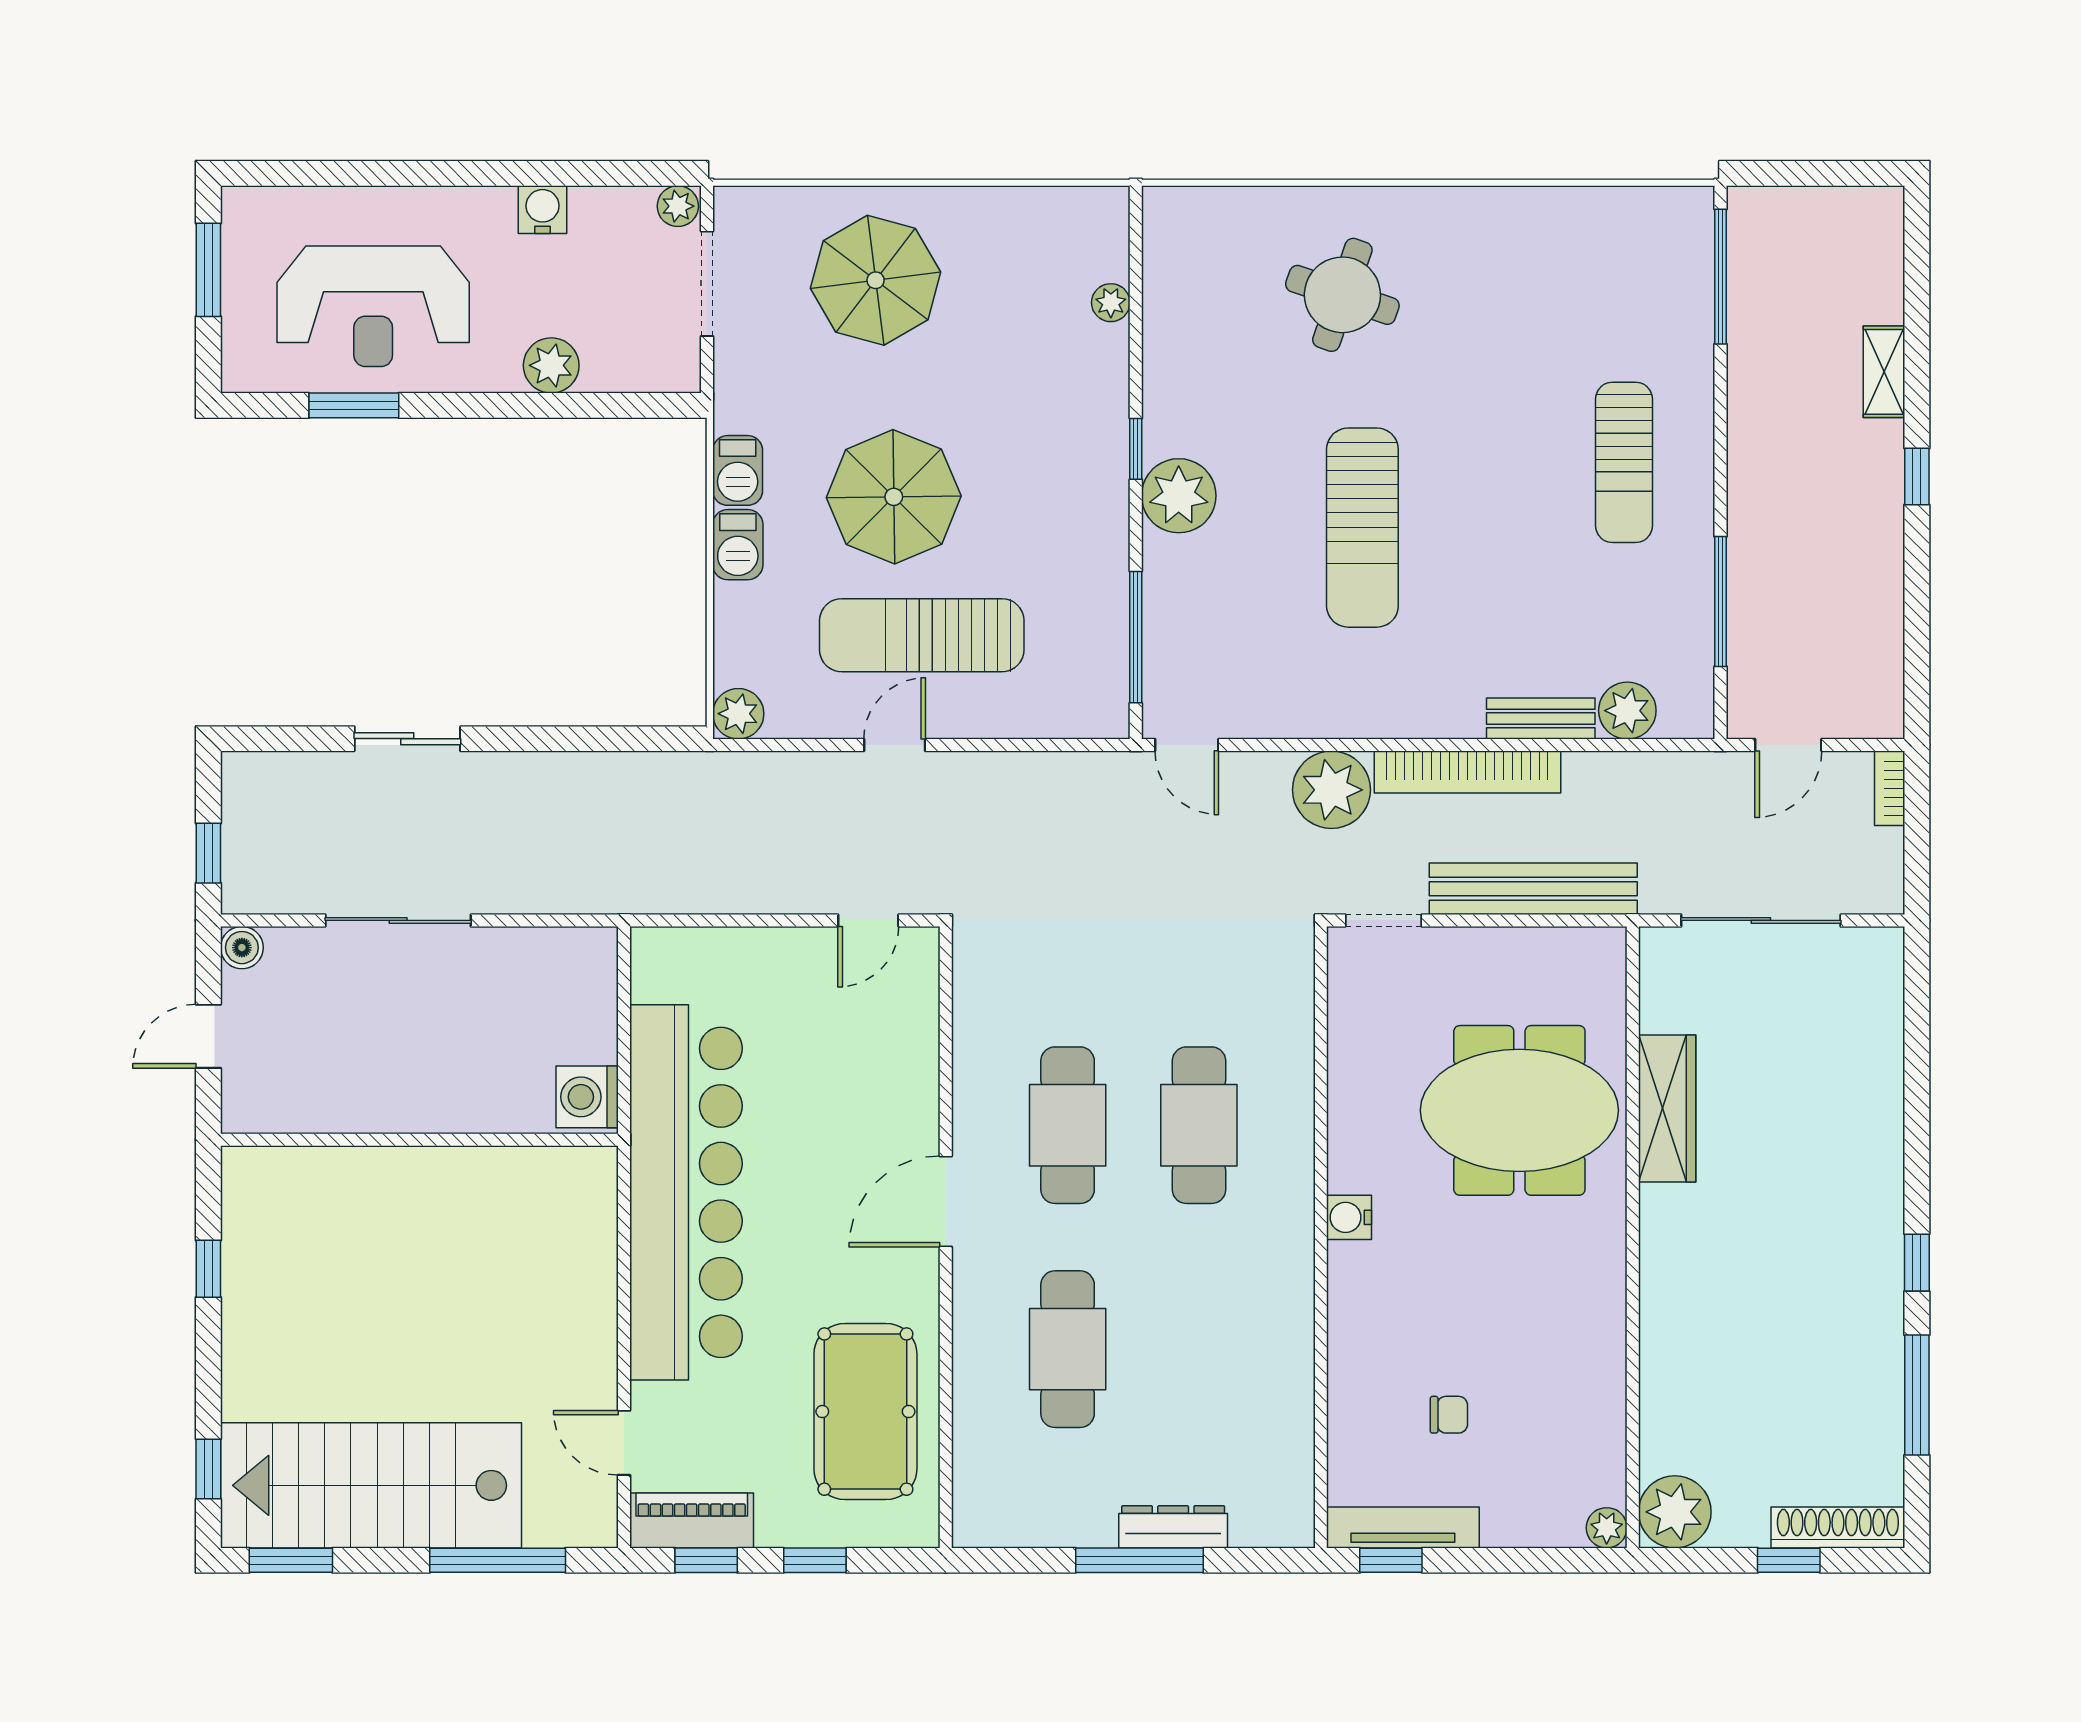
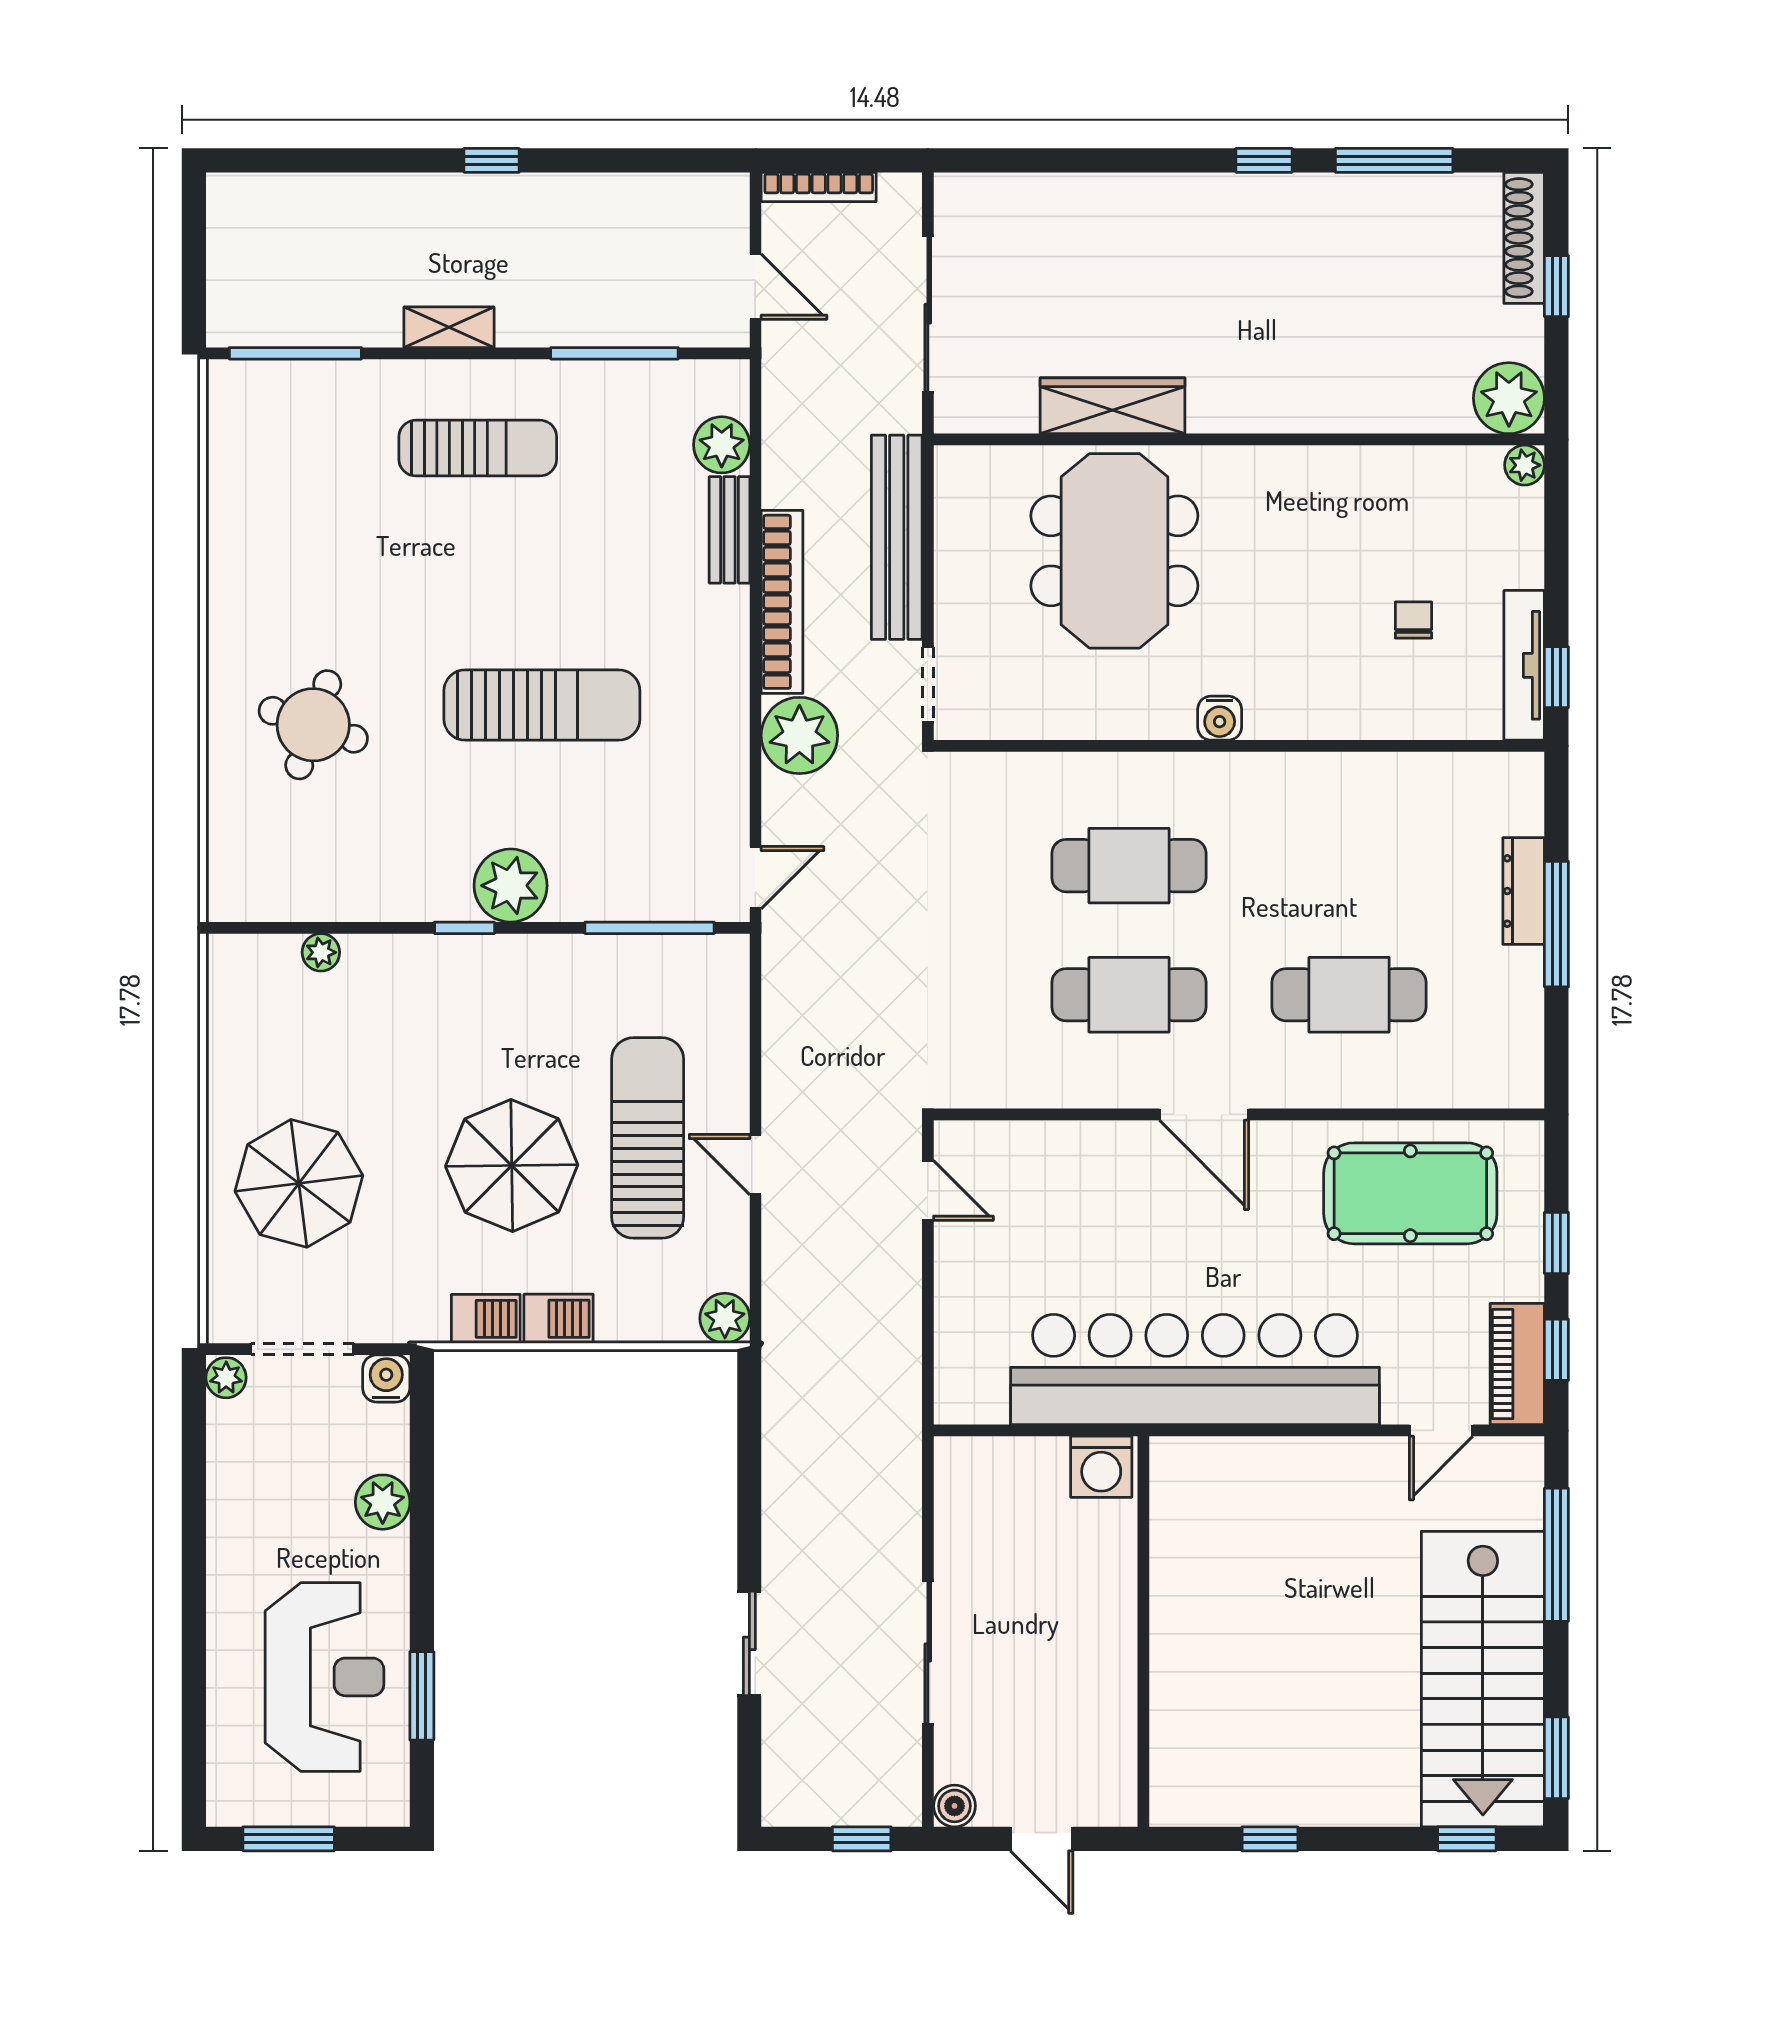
water cooler: (542, 210) -> (386, 1378), moved, turned 90
shelving: (1884, 372) -> (449, 327), moved
sun lounger: (922, 635) -> (648, 1138), turned 180
bookcase: (1890, 788) -> (819, 187), width x1.56

